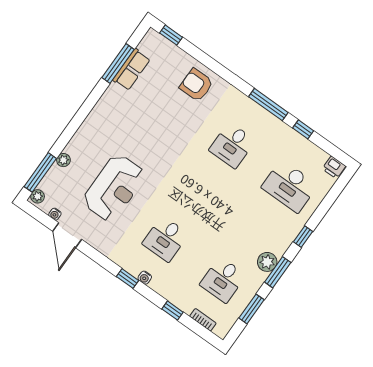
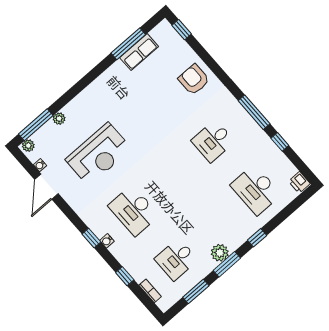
desk: (165, 239) -> (134, 211), width x1.37

